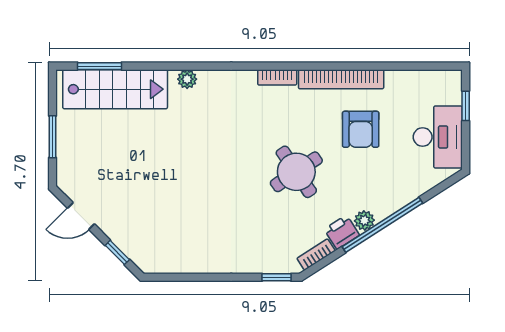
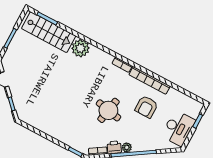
plant: (187, 79) -> (80, 48), width x1.88, depth x1.88
round table: (296, 172) -> (108, 110), turned 45

